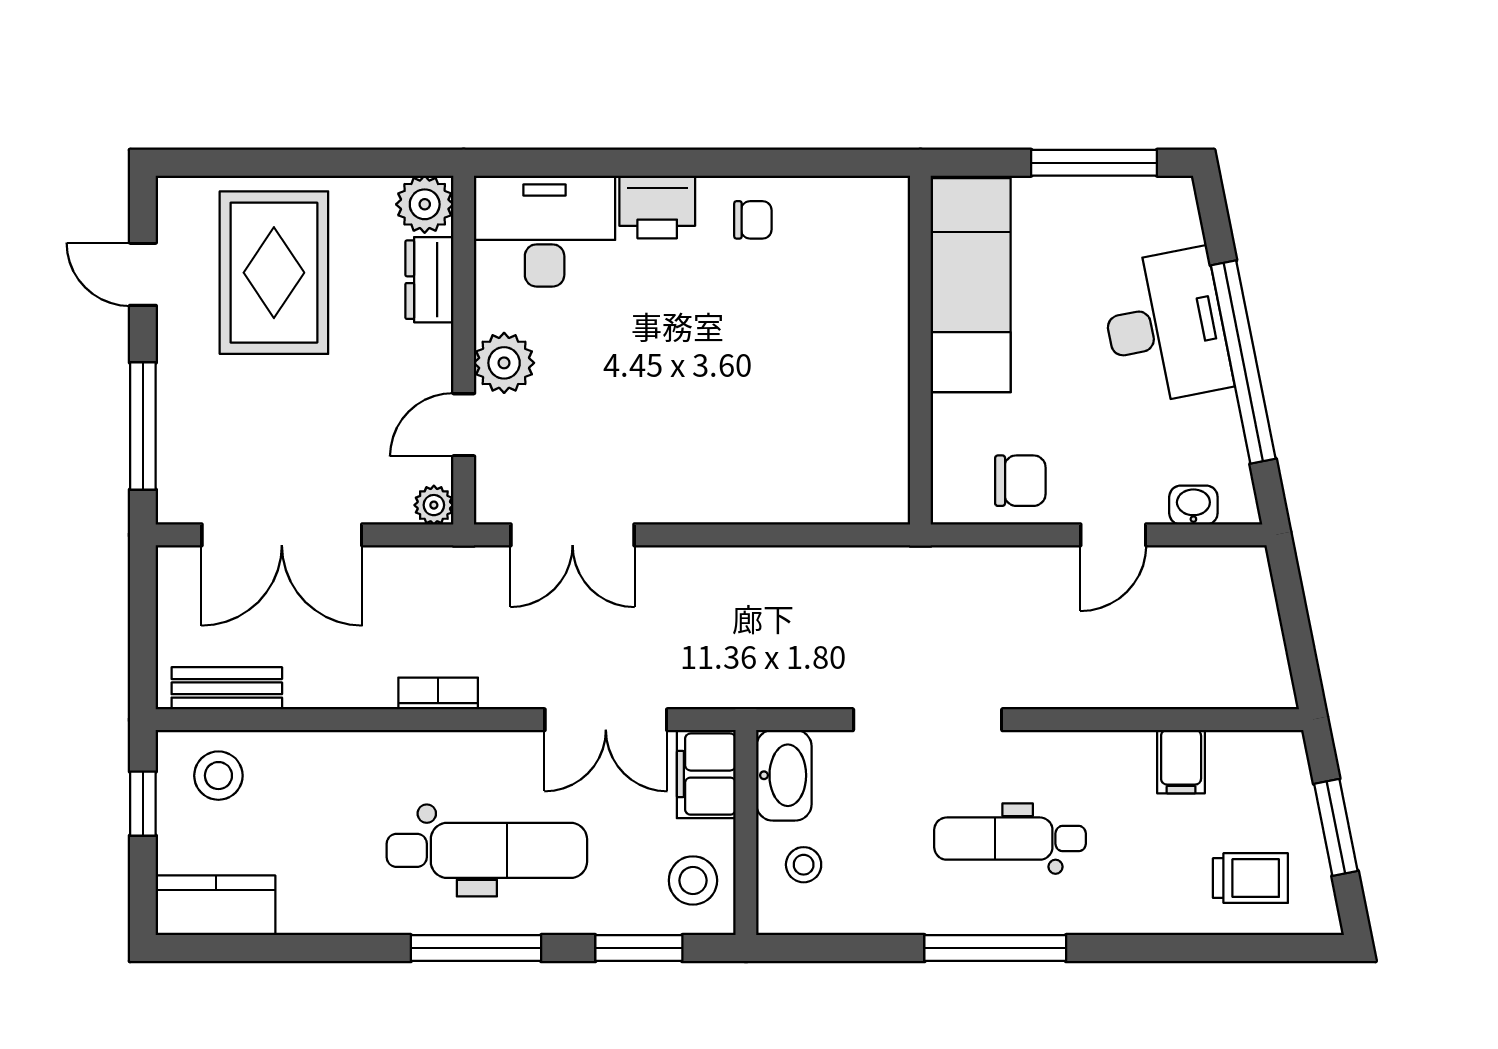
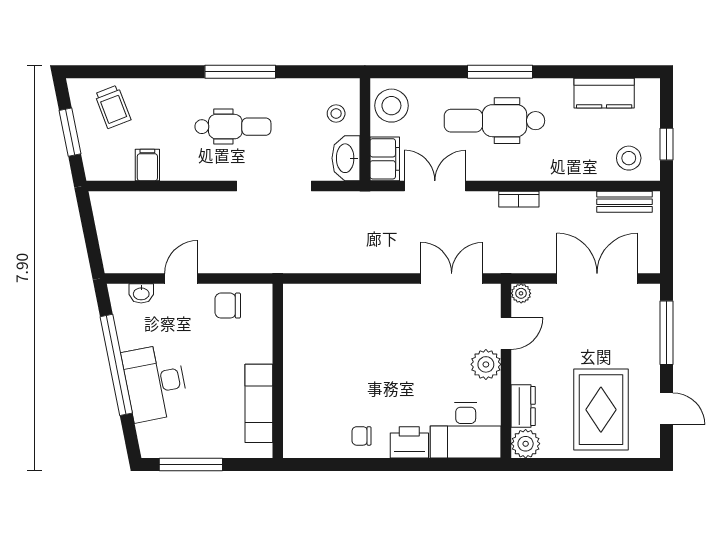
exam couch: (971, 285) -> (259, 403), width x0.73, depth x0.69
trolley: (1250, 878) -> (113, 107), turned -111
stool: (693, 880) -> (391, 106), width x1.38, depth x1.38
kitchen counter: (216, 905) -> (604, 93), moved
window: (639, 948) -> (419, 72), removed

